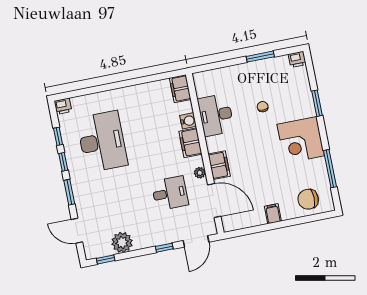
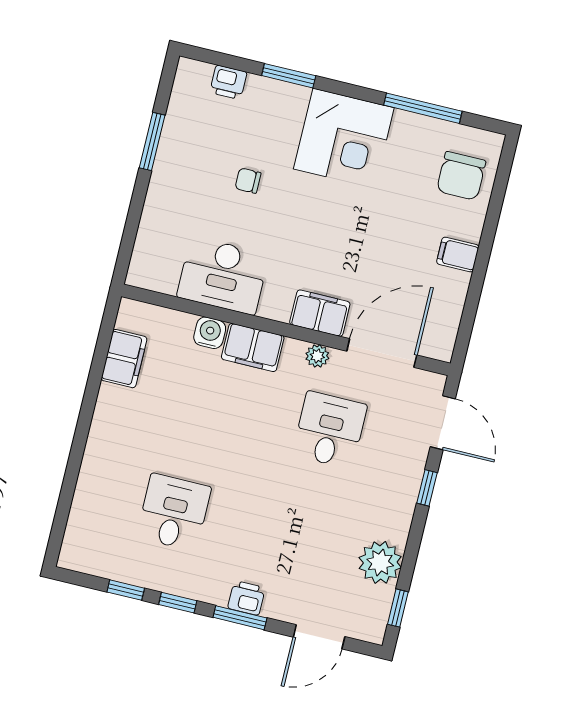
printer: (297, 59) -> (228, 82), moved, turned 90
filing cabinet: (180, 89) -> (124, 359), moved, turned -90
printer: (63, 106) -> (246, 598), moved, turned -90
desk: (102, 142) -> (174, 512), width x0.53, depth x0.77

